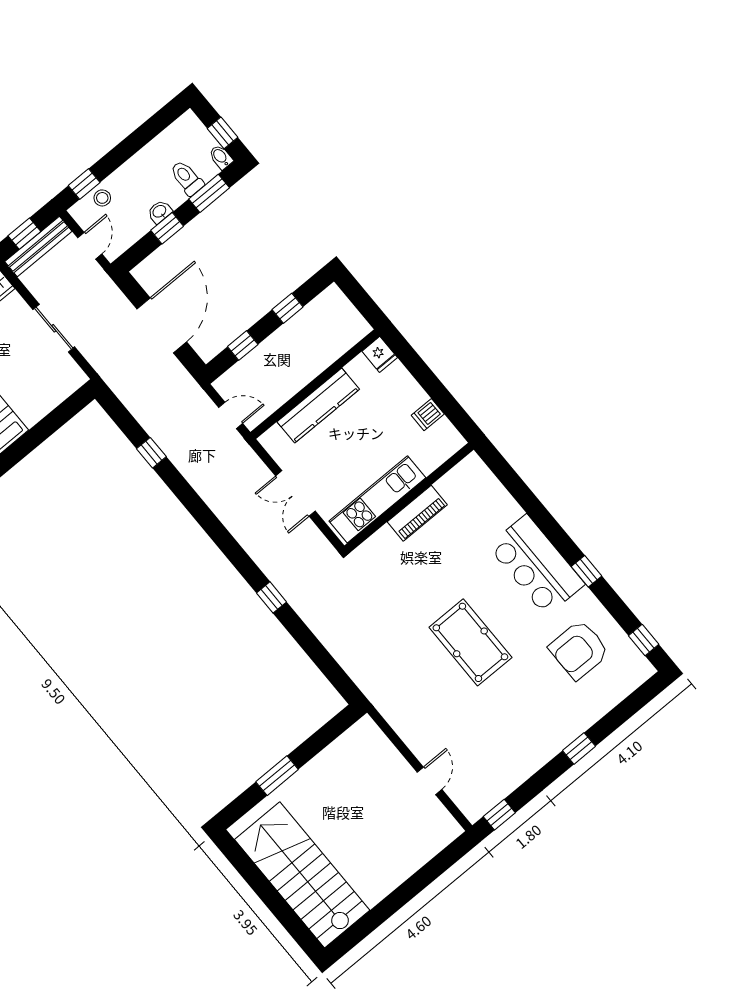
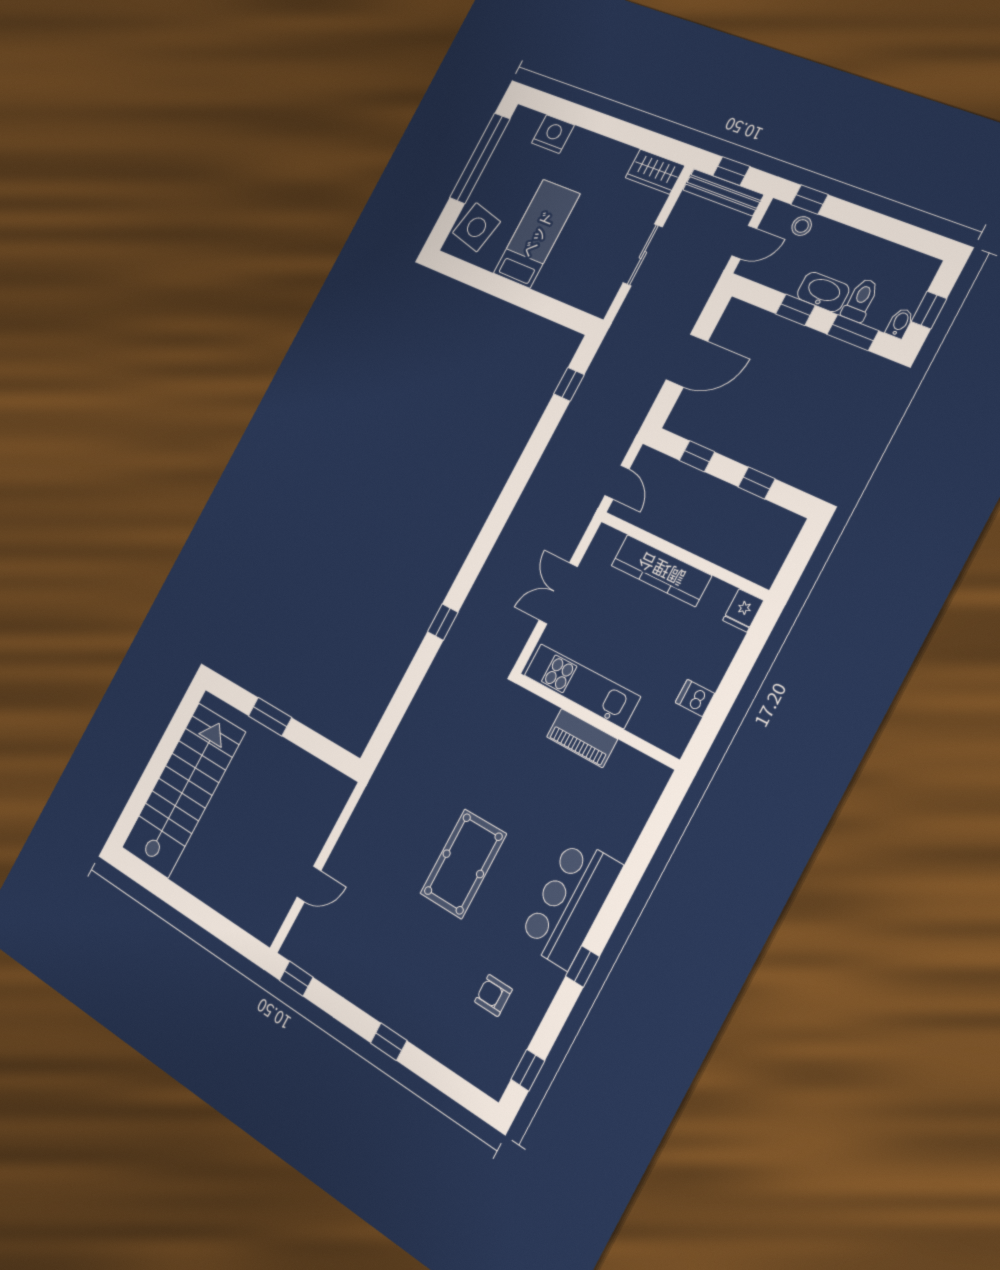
washbasin: (160, 212) -> (823, 292), width x1.91, depth x1.45
door: (162, 325) -> (687, 361), width x0.73
window: (151, 453) -> (569, 384), moved
armchair: (579, 650) -> (493, 995), width x0.53, depth x0.53

